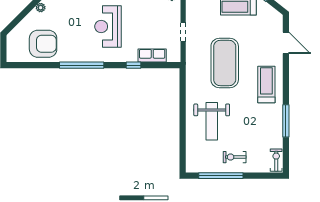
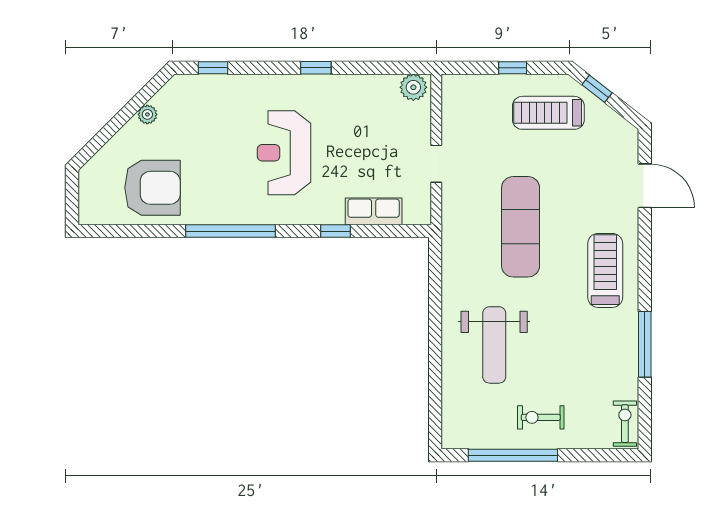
exercise mat: (225, 63) -> (521, 227), width x0.68

